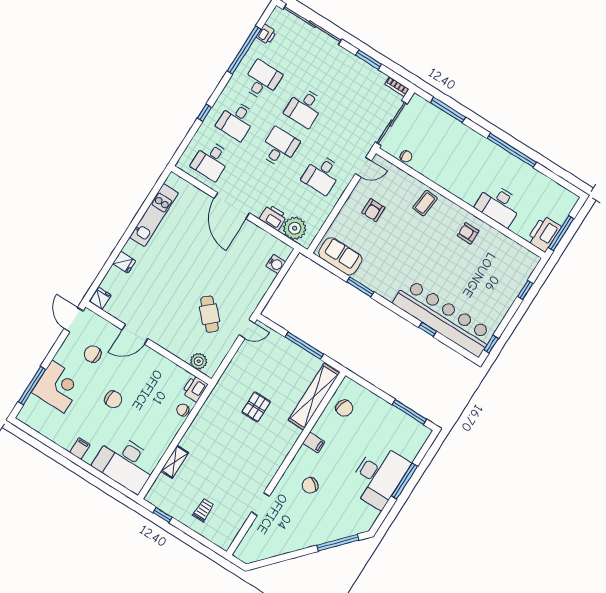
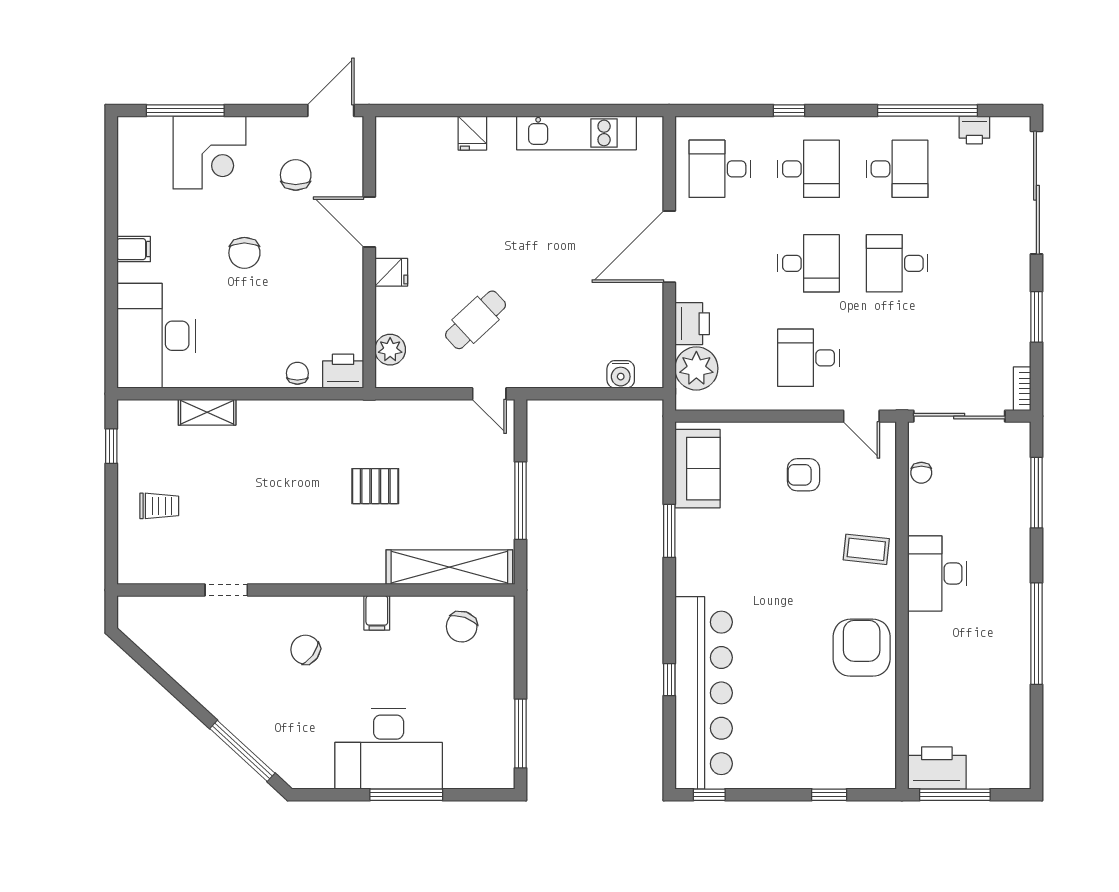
desk: (236, 120) -> (809, 169), turned 180
desk: (499, 205) -> (937, 573), moved
armchair: (468, 233) -> (862, 648), width x1.88, depth x1.88
fridge: (100, 298) -> (391, 272), moved

